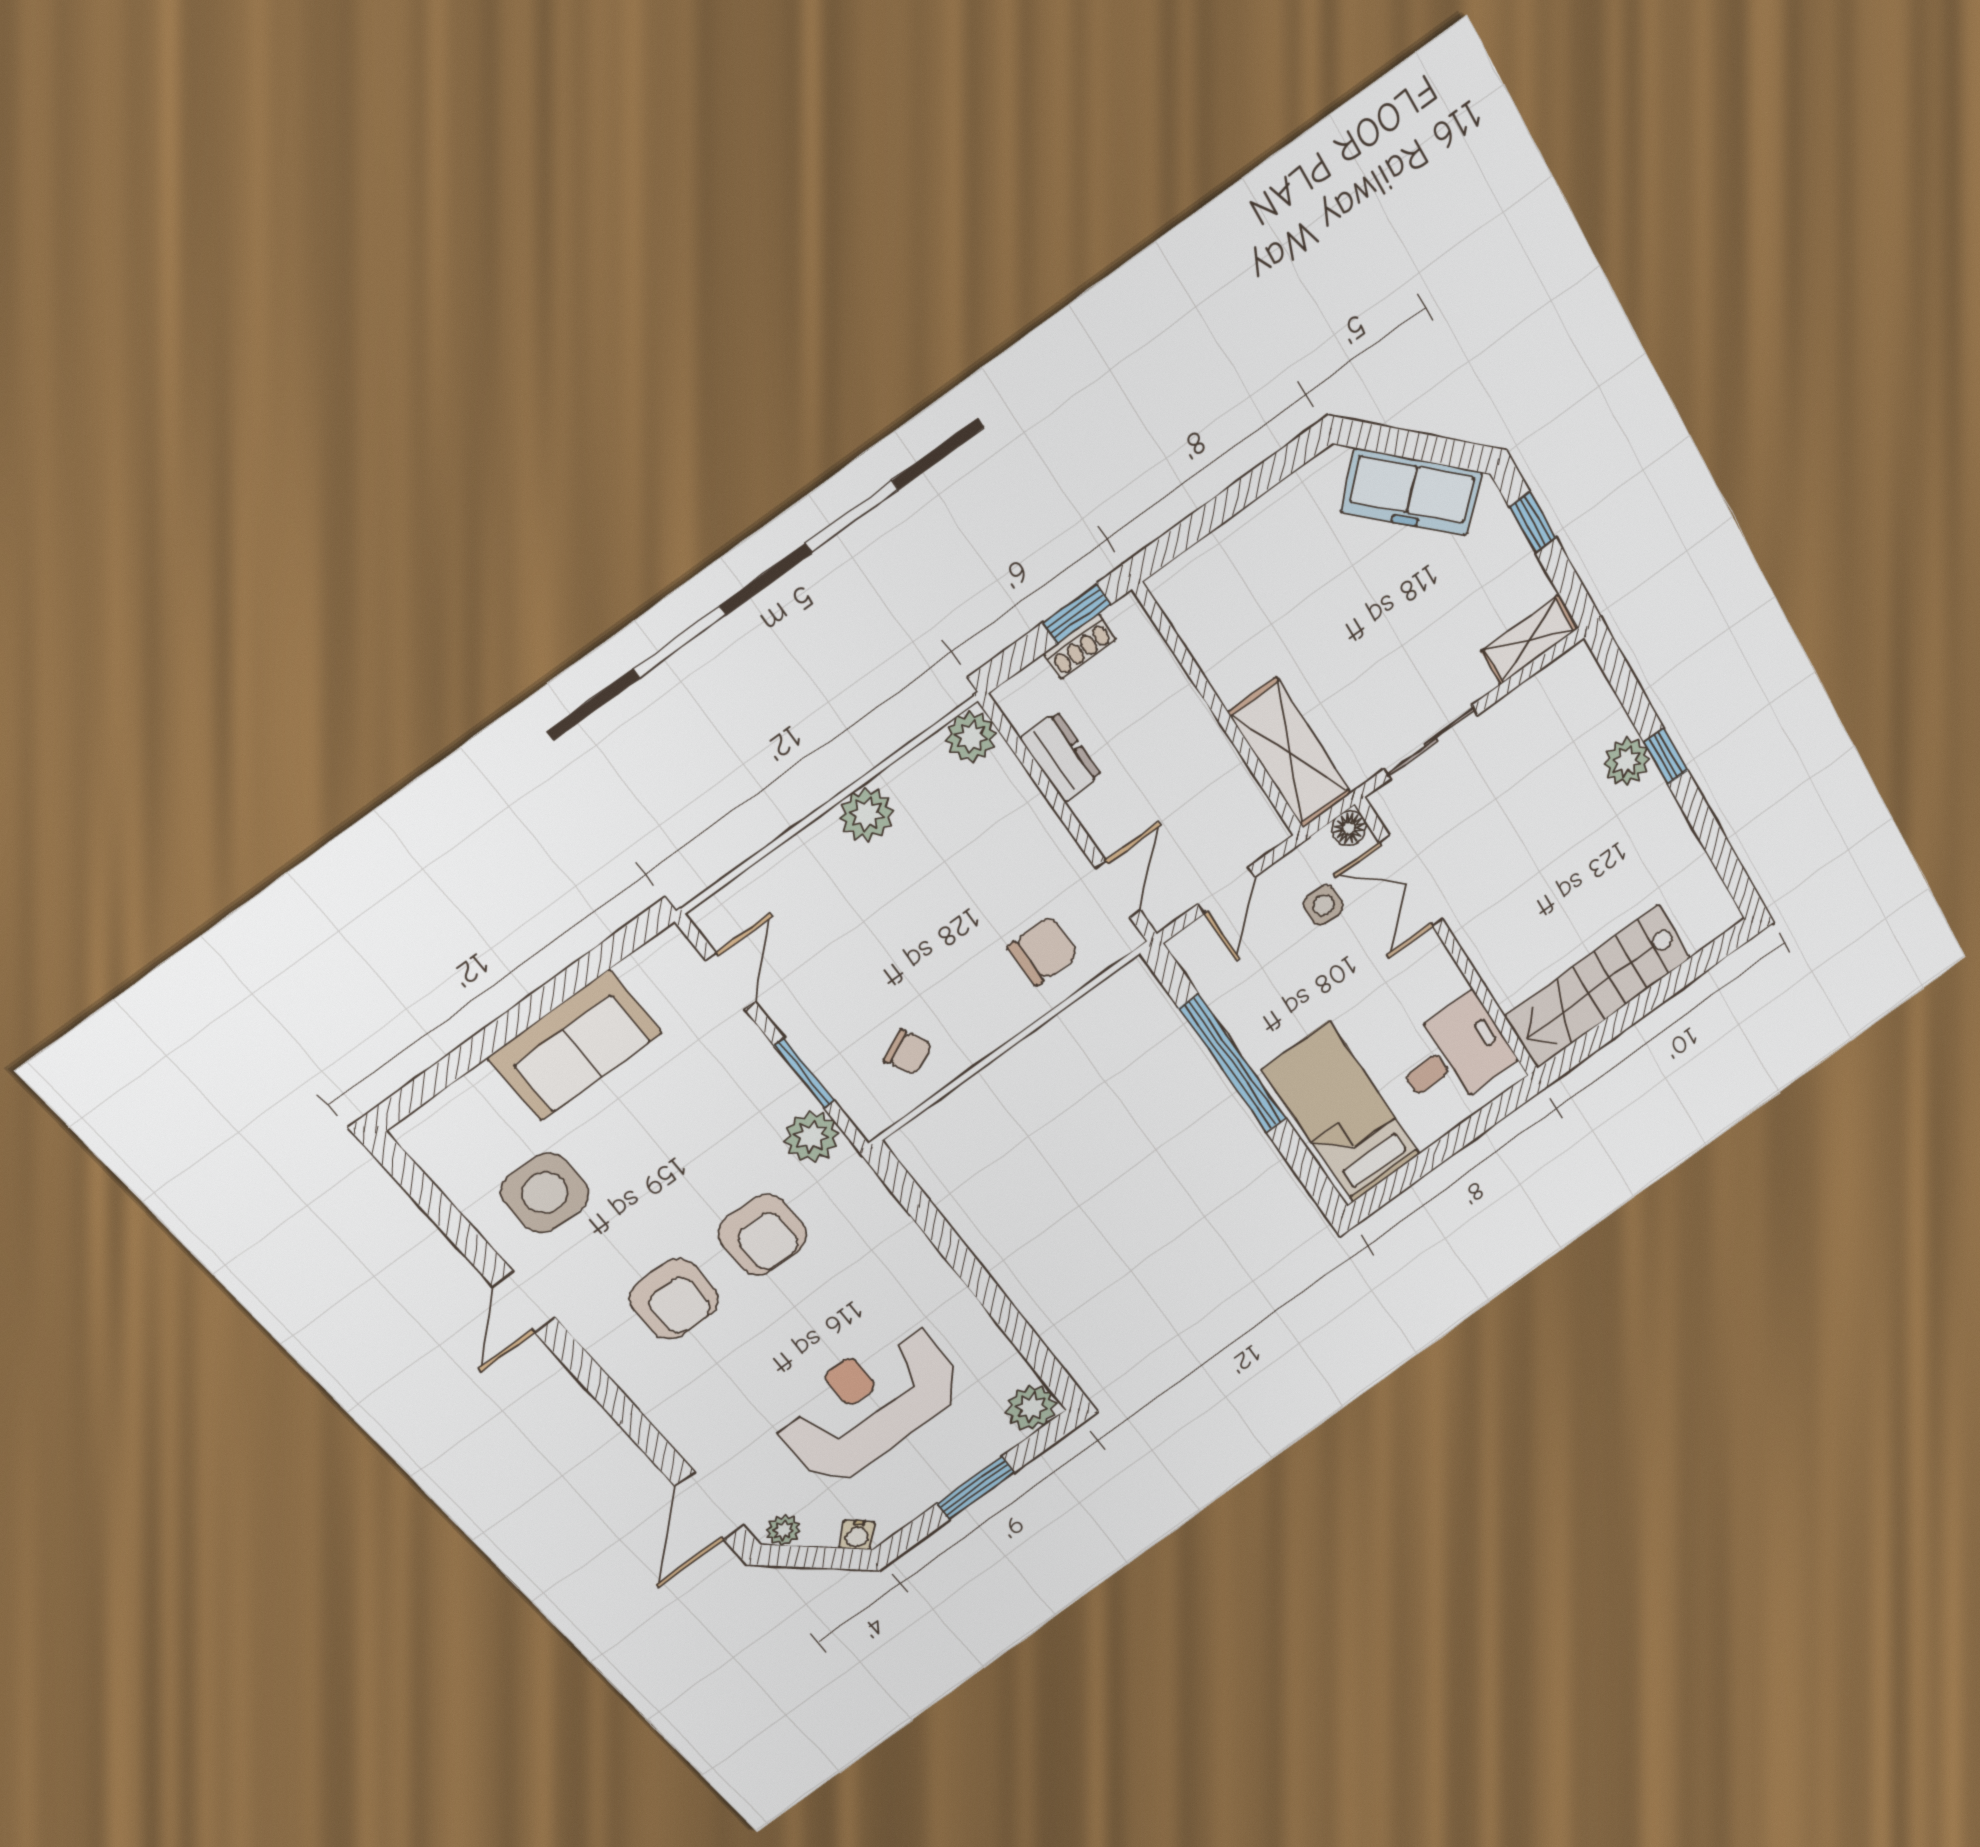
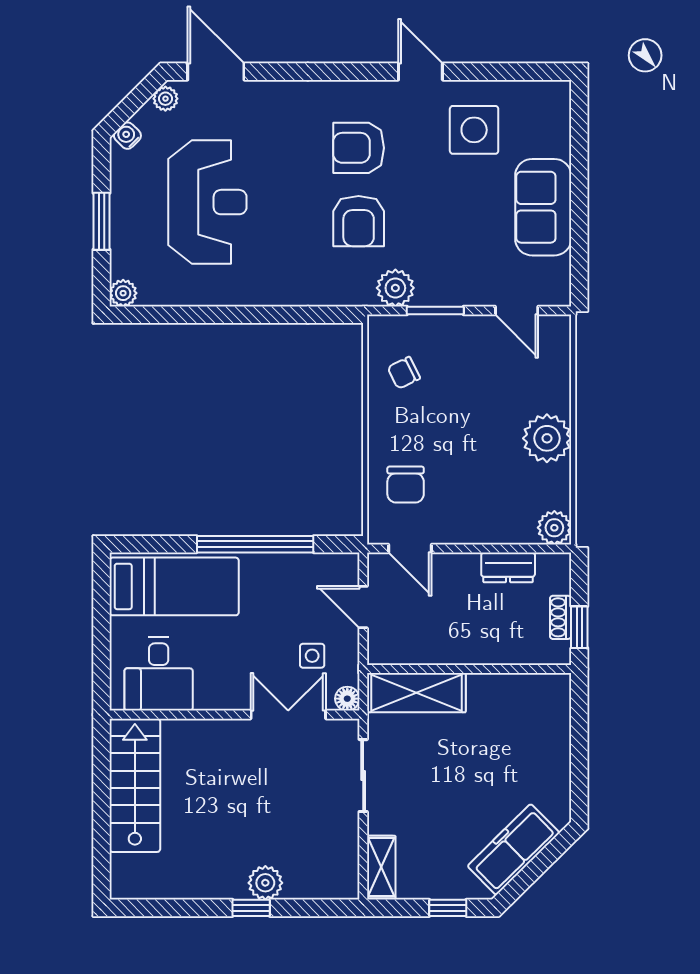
plant: (867, 815) -> (547, 438), width x1.36, depth x1.36
armchair: (763, 1235) -> (359, 221), turned -90
plant: (1031, 1408) -> (123, 293), width x0.73, depth x0.73

